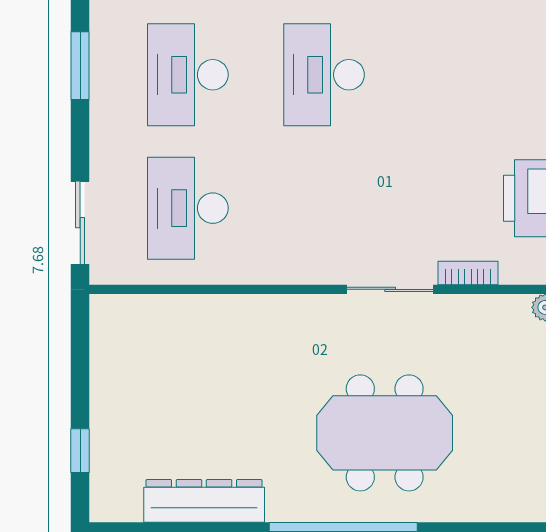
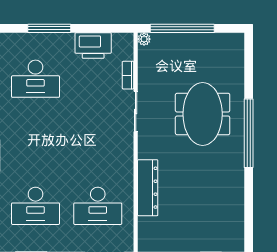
desk: (324, 75) -> (36, 79), moved
dresser: (204, 501) -> (148, 188), moved, turned 180

